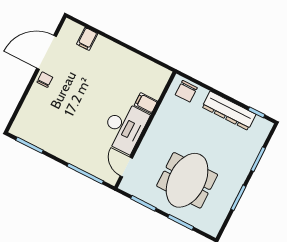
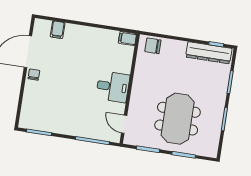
chair: (186, 91) -> (153, 46), turned 90
filing cabinet: (146, 103) -> (127, 38), moved
dresser: (229, 111) -> (209, 53), moved
desk: (124, 127) -> (113, 87), width x0.73

